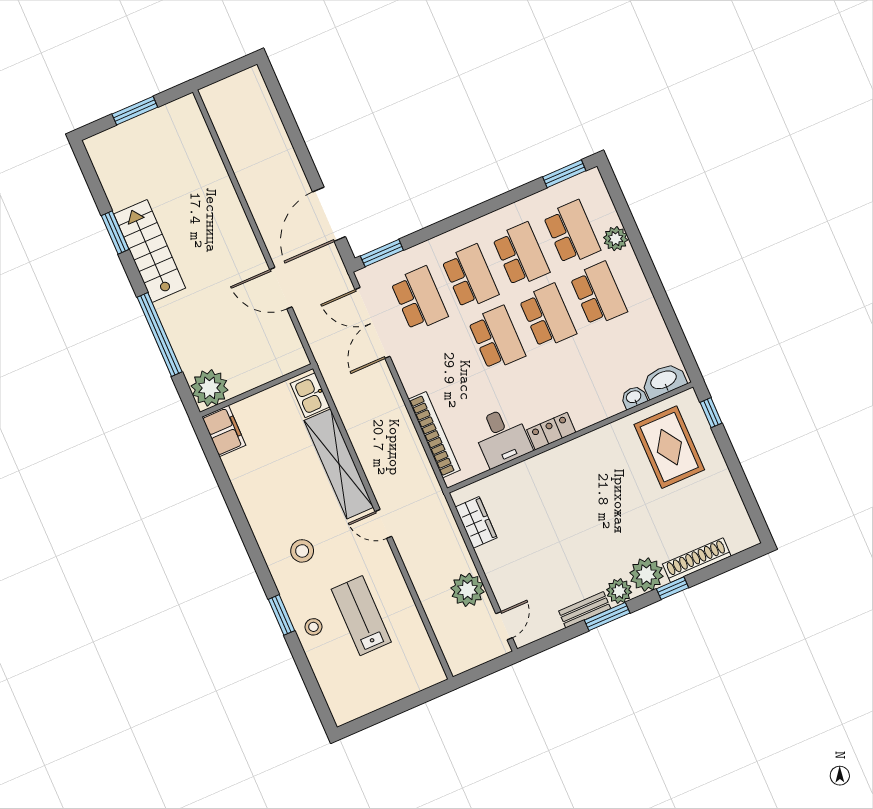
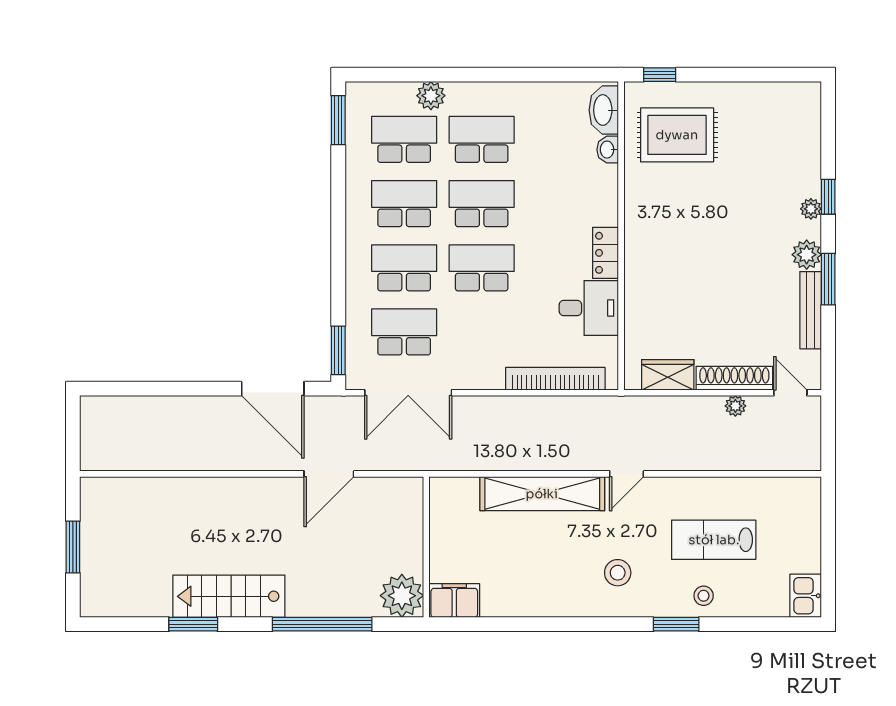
kitchen sink: (310, 395) -> (806, 596), moved, turned 90
shoe rack: (697, 560) -> (734, 378), moved, turned 90
plant: (646, 575) -> (811, 209), width x0.53, depth x0.53
plant: (468, 590) -> (735, 406), width x0.53, depth x0.53
bench: (585, 610) -> (811, 310), width x1.36

